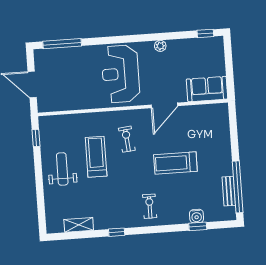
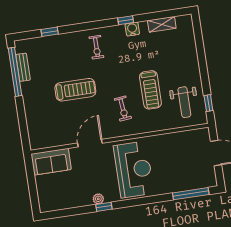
window: (205, 33) -> (104, 207), moved
weight bench: (62, 169) -> (184, 102), moved
water cooler: (197, 216) -> (132, 29), moved

